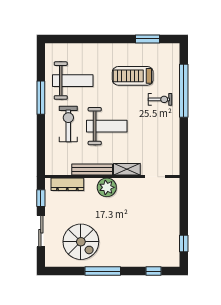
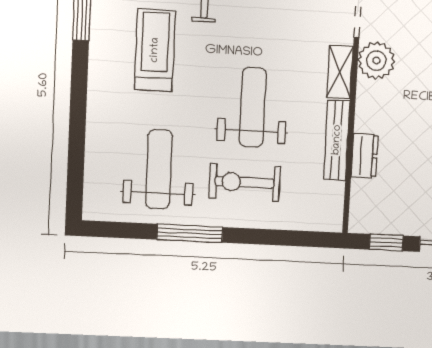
treadmill: (133, 76) -> (155, 50), turned 180
dresser: (67, 184) -> (365, 156), moved, width x0.70
plant: (107, 187) -> (376, 61), moved

